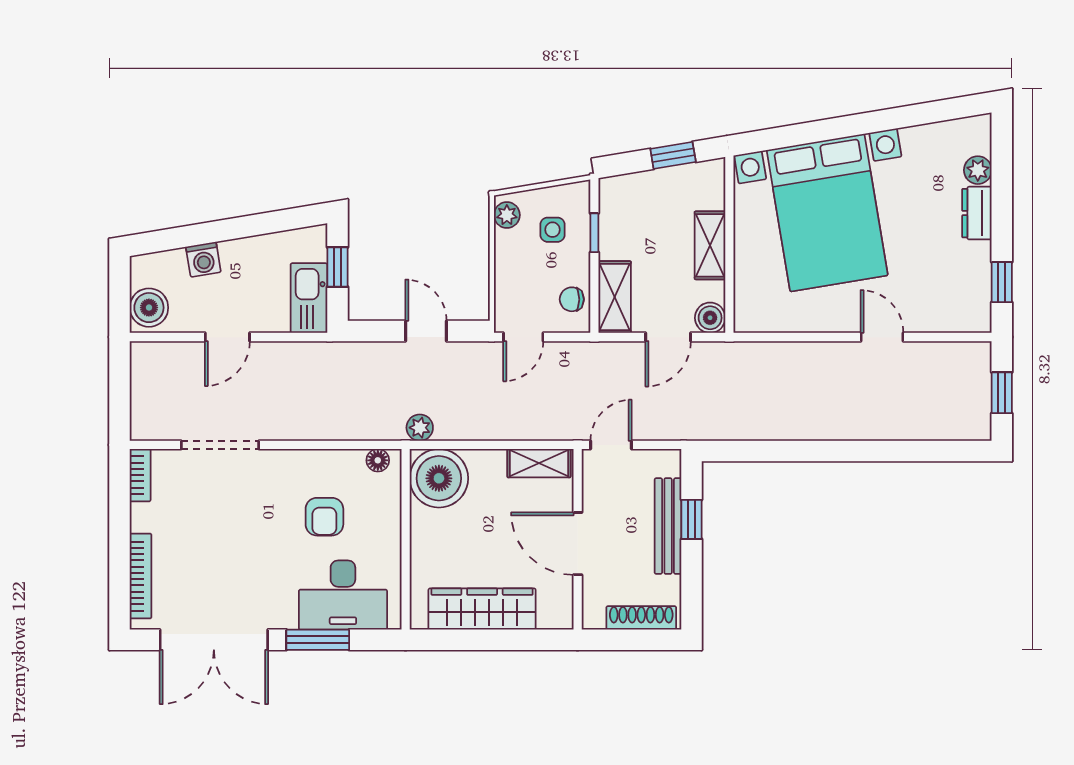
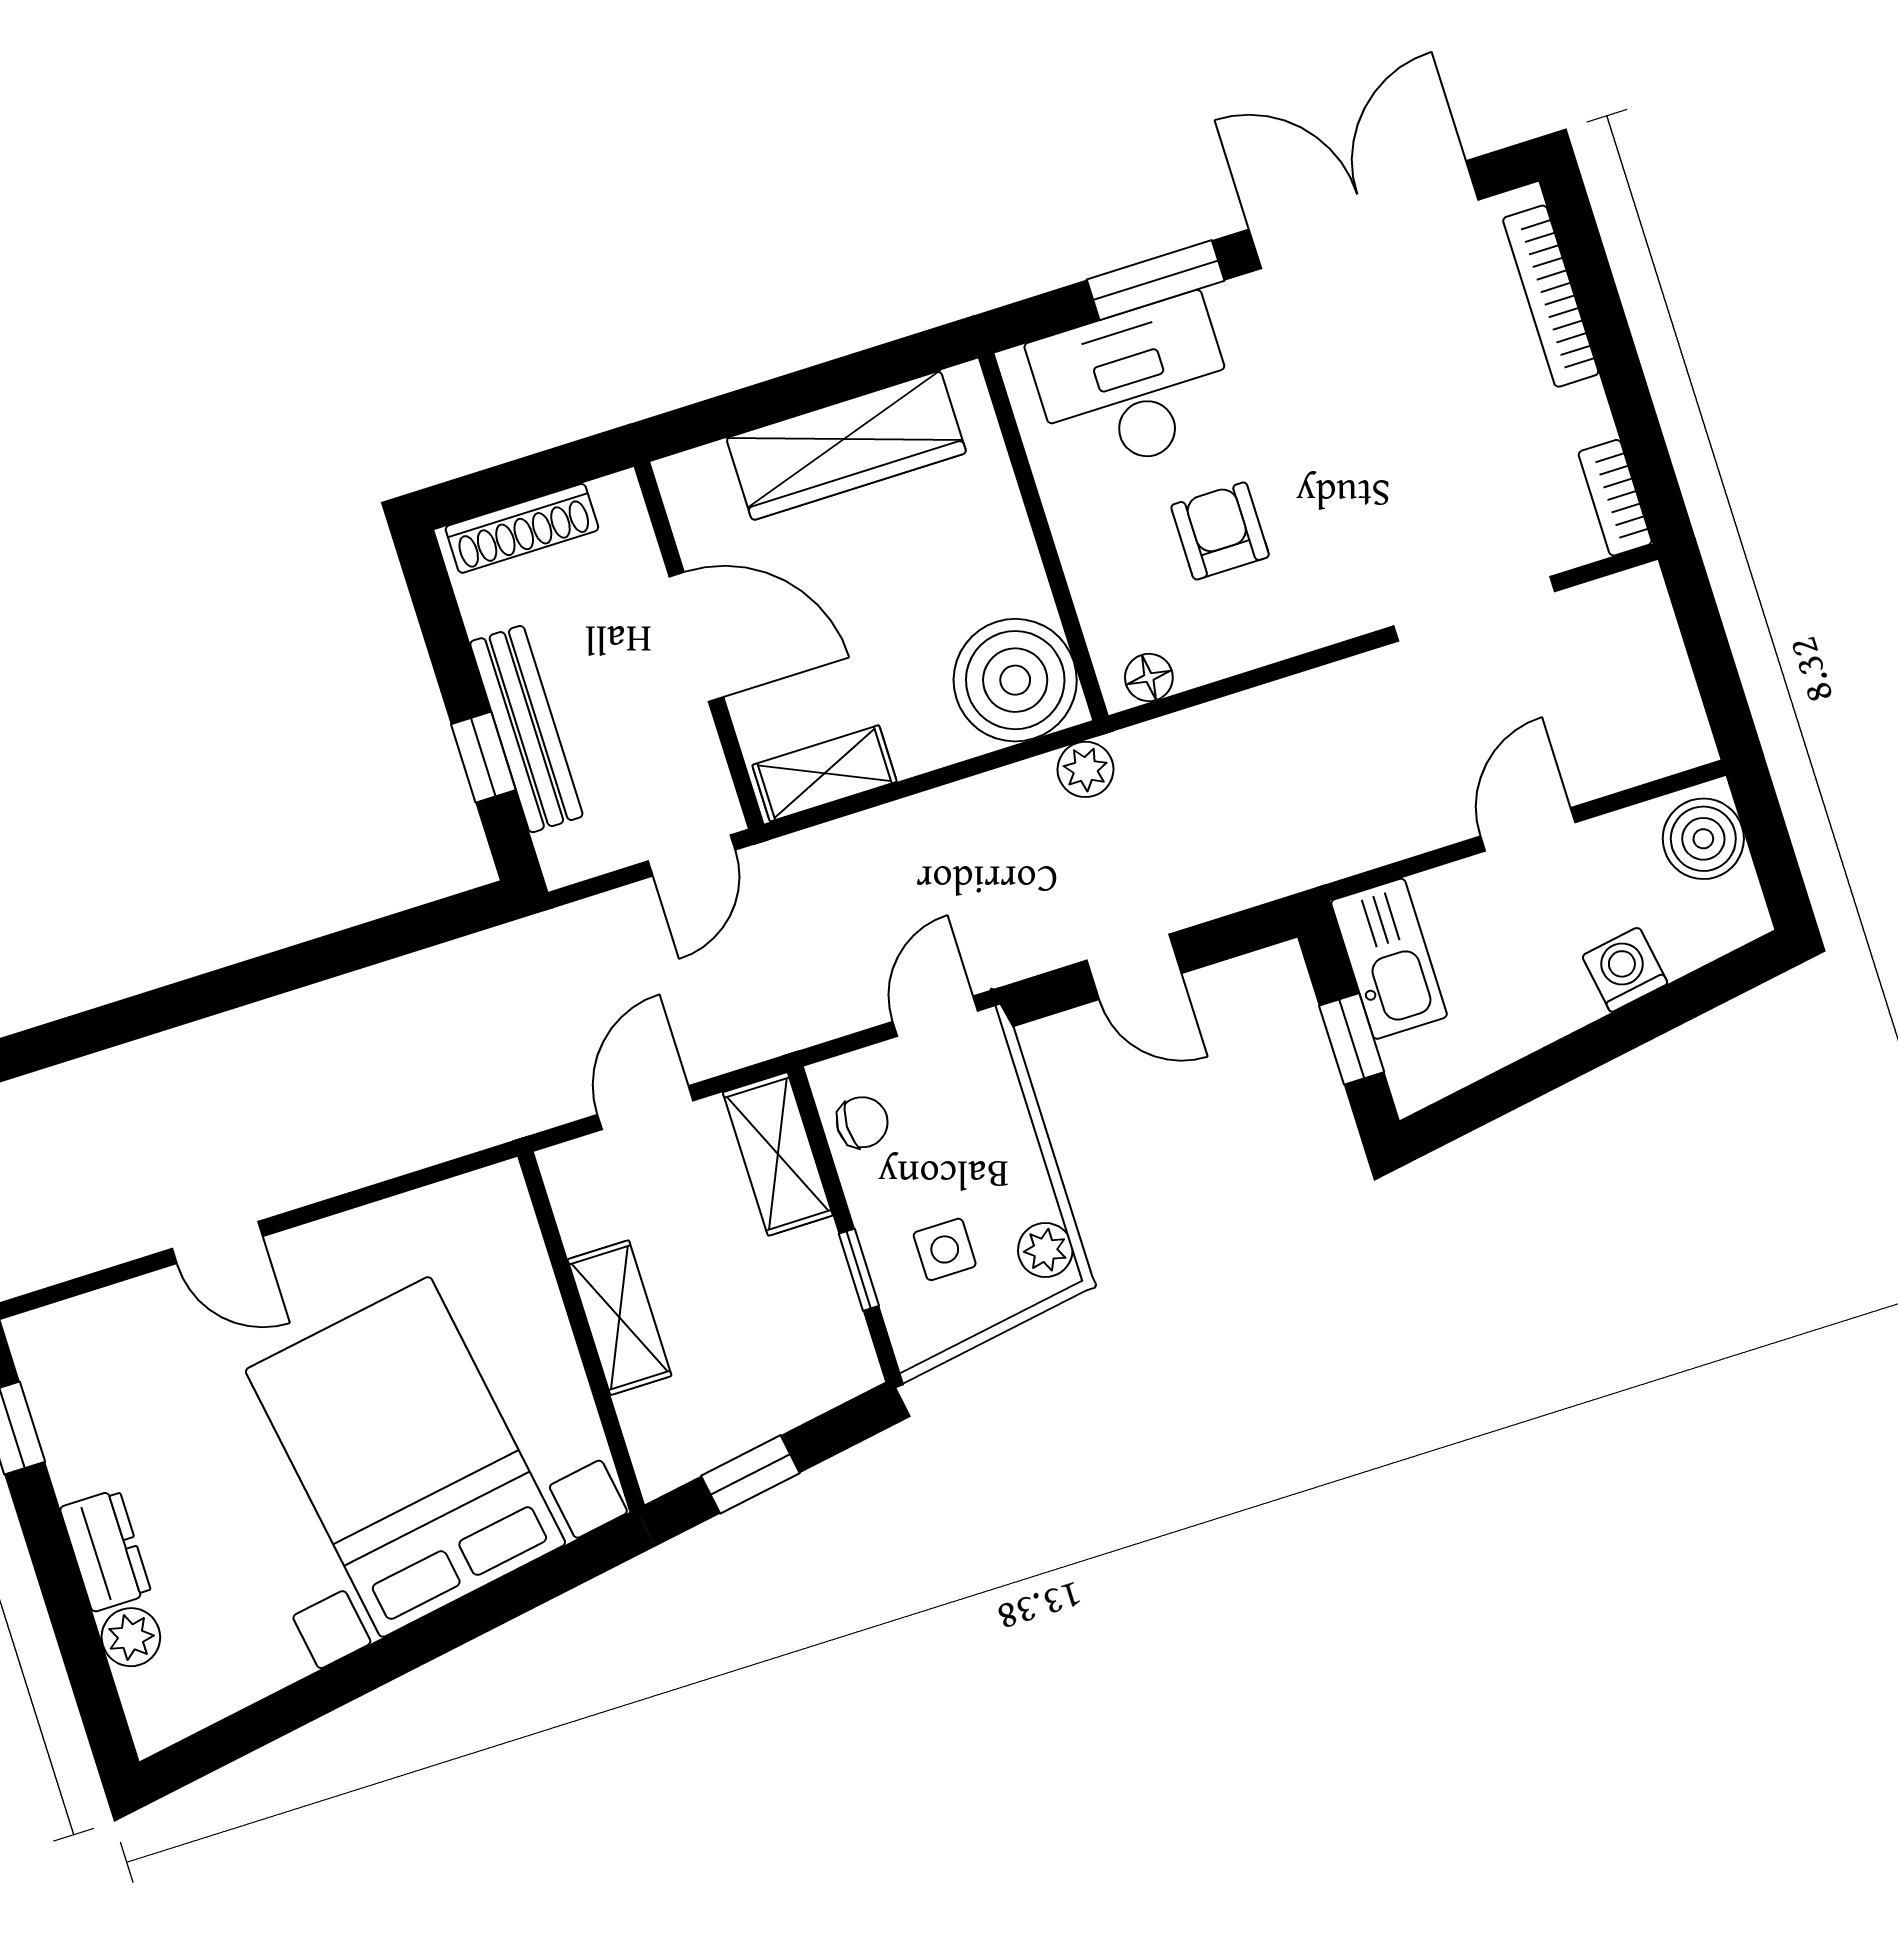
boiler: (710, 318) -> (574, 1173), removed

